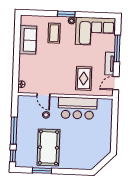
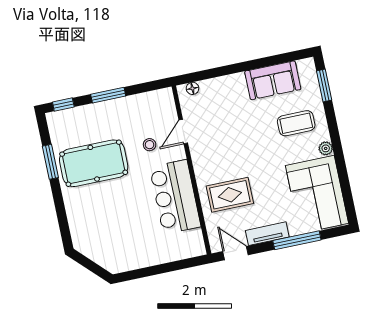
window: (66, 14) -> (324, 85), moved
window: (14, 131) -> (108, 95), width x0.69

